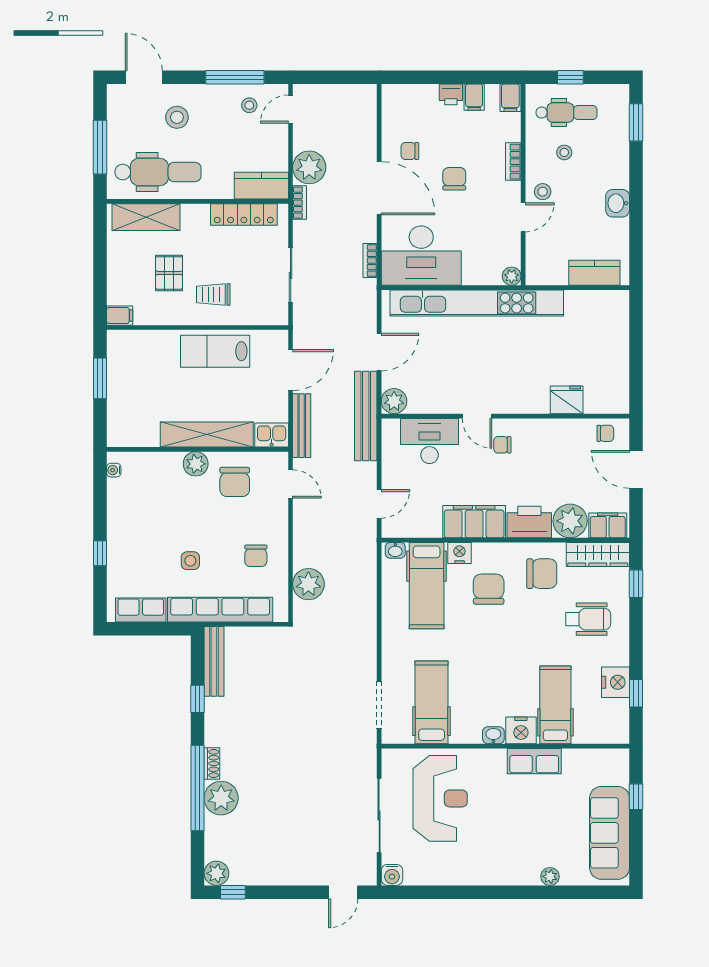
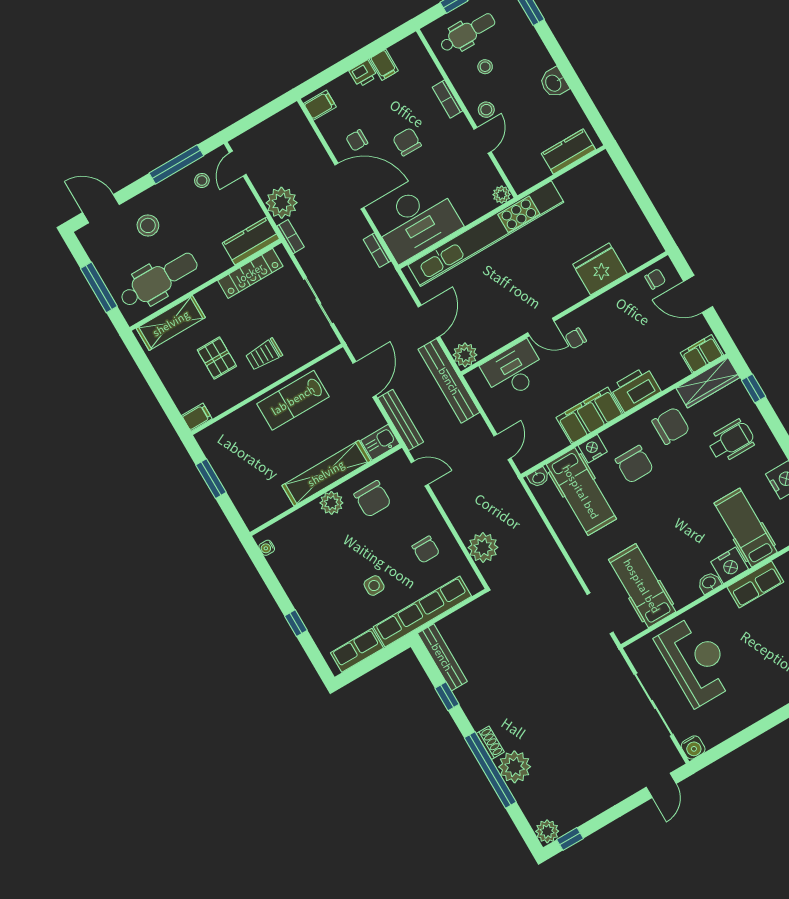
filing cabinet: (510, 98) -> (320, 105), moved, turned -90
fridge: (567, 400) -> (600, 269), width x1.36, depth x1.34
plant: (570, 521) -> (669, 368), removed
chair: (489, 589) -> (634, 464), turned 180

